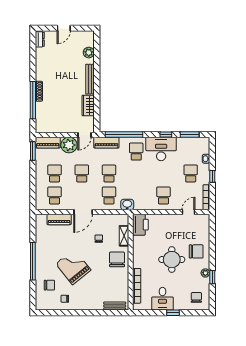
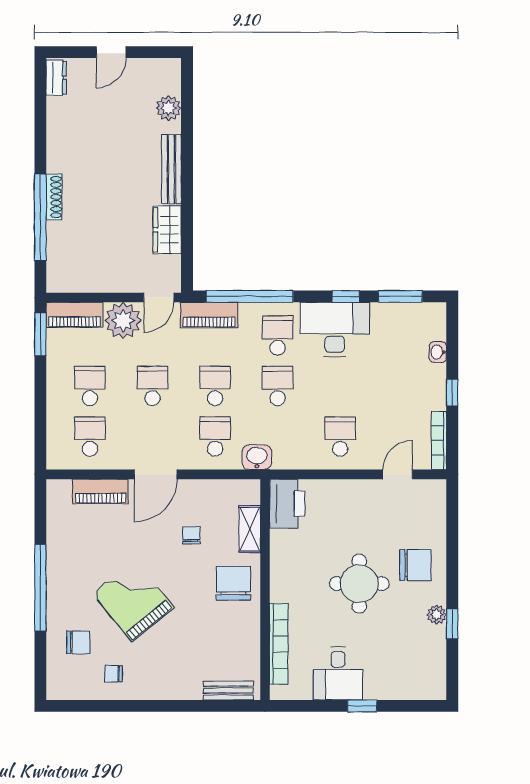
school desk: (191, 173) -> (278, 386), moved
chair: (196, 297) -> (416, 671), removed

